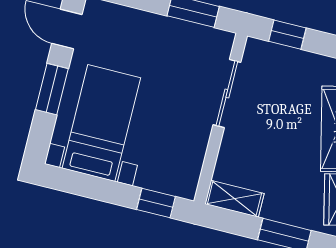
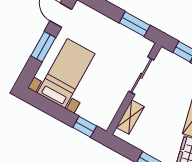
shelving: (234, 199) -> (130, 117), moved, turned 90

